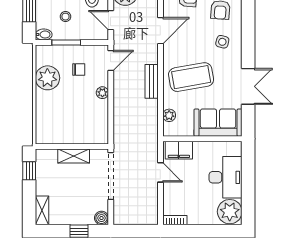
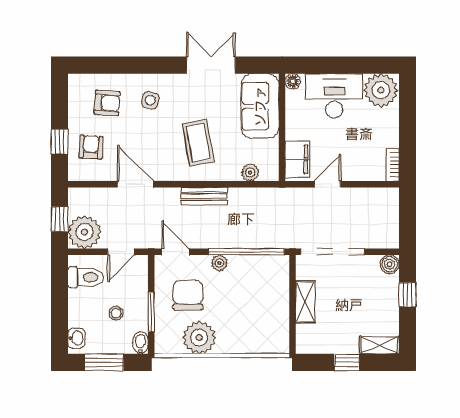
chair: (79, 69) -> (188, 295), width x1.87, depth x1.87
coffee table: (191, 77) -> (198, 143), width x0.73, depth x0.76
window: (111, 113) -> (246, 252), added
floor lamp: (236, 147) -> (293, 81), added
window: (29, 171) -> (347, 362), moved

